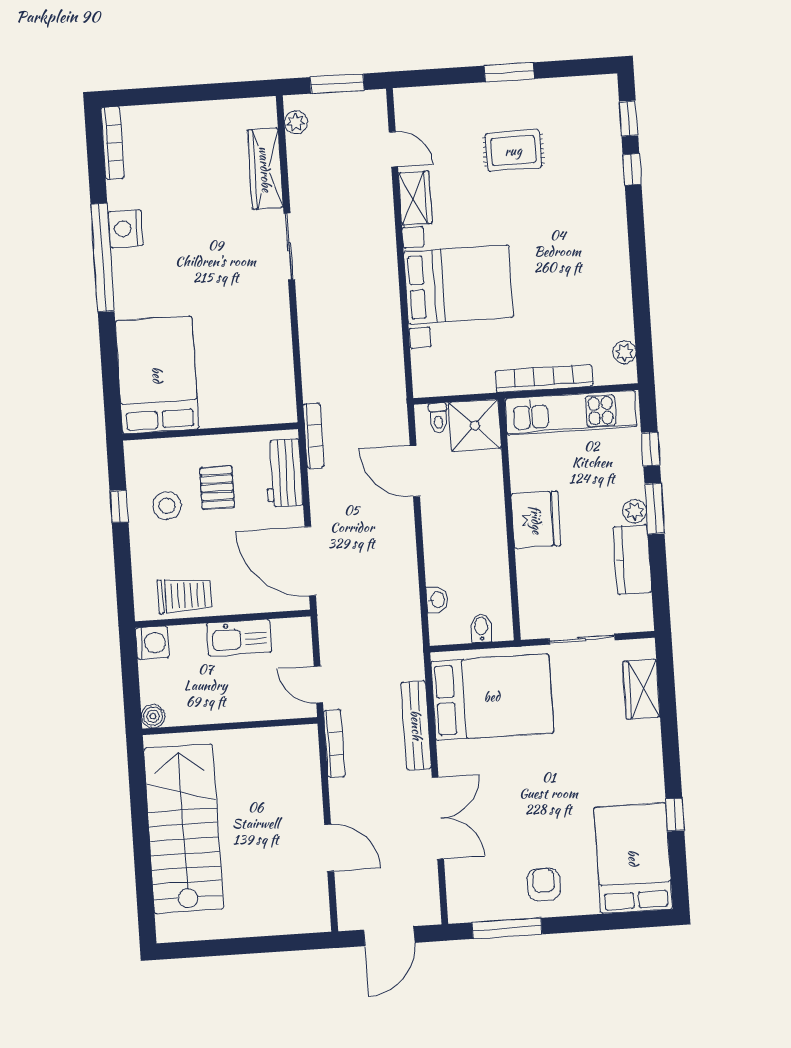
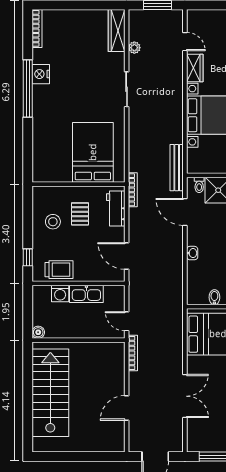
plant: (296, 122) -> (134, 48), moved
wardrobe: (265, 169) -> (117, 30), moved
bed: (157, 375) -> (93, 152), moved
window: (119, 507) -> (28, 257), moved
door: (310, 561) -> (127, 256), width x0.73
washbasin: (437, 600) -> (192, 253), moved
washing machine: (152, 643) -> (60, 293), moved, turned 90
bench: (416, 725) -> (177, 168), moved
door: (329, 848) -> (127, 408), swing flipped

